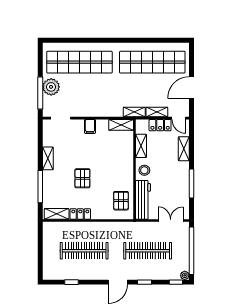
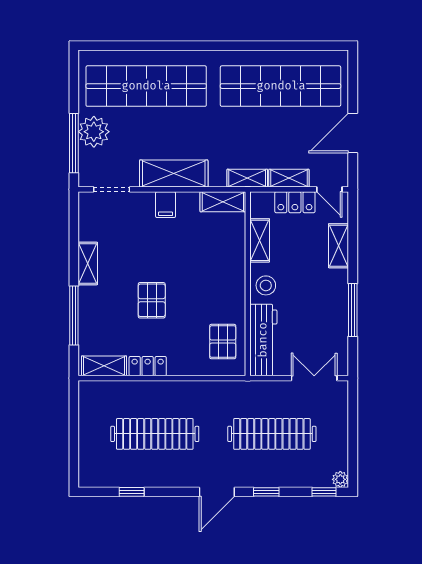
shelving: (94, 110) -> (174, 174), added
window: (191, 251) -> (353, 434), removed

